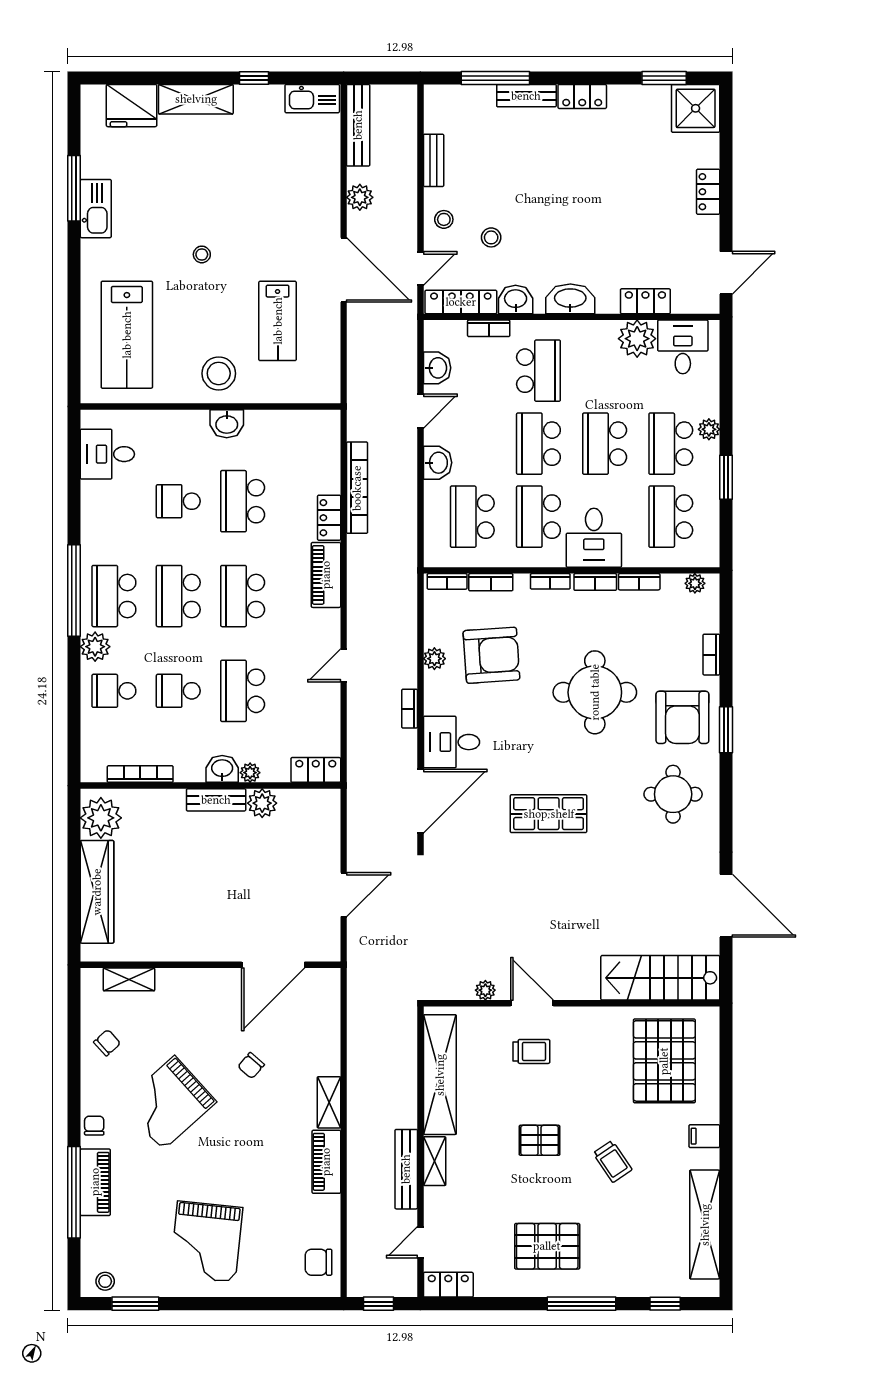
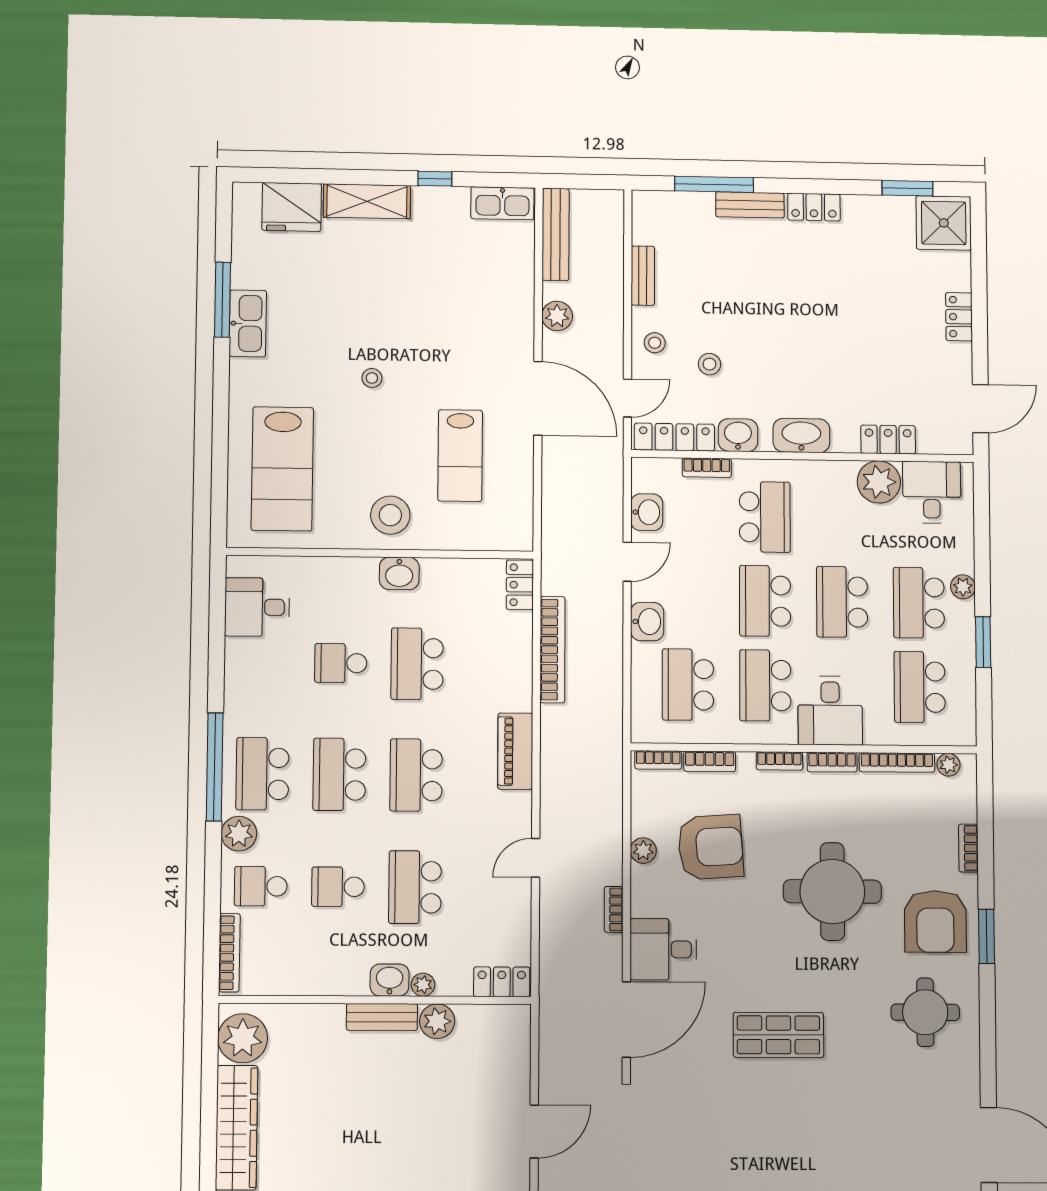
locker: (329, 518) -> (520, 585), moved
bookcase: (639, 582) -> (897, 762), width x1.56
bookcase: (140, 774) -> (229, 953), moved, turned 90

